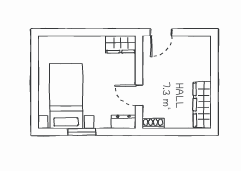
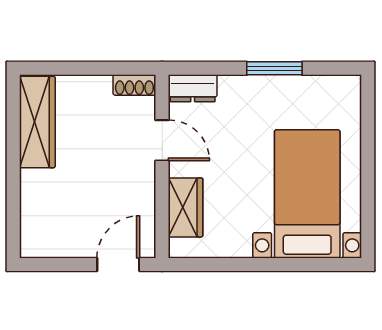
wardrobe: (121, 44) -> (186, 207), moved, turned 90
bed with nightstands: (66, 96) -> (307, 194), moved, turned 180

